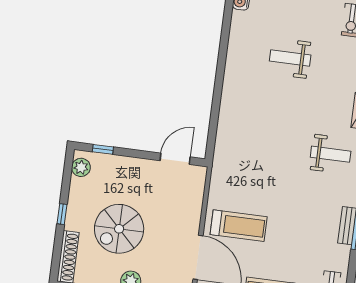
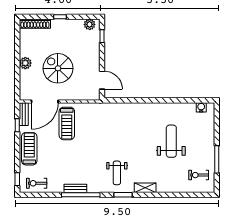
weight bench: (290, 58) -> (171, 141), width x1.36, depth x1.33
spiral stairs: (119, 229) -> (58, 68), moved

